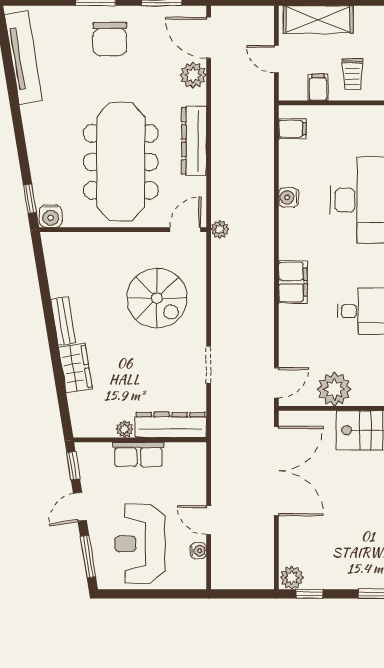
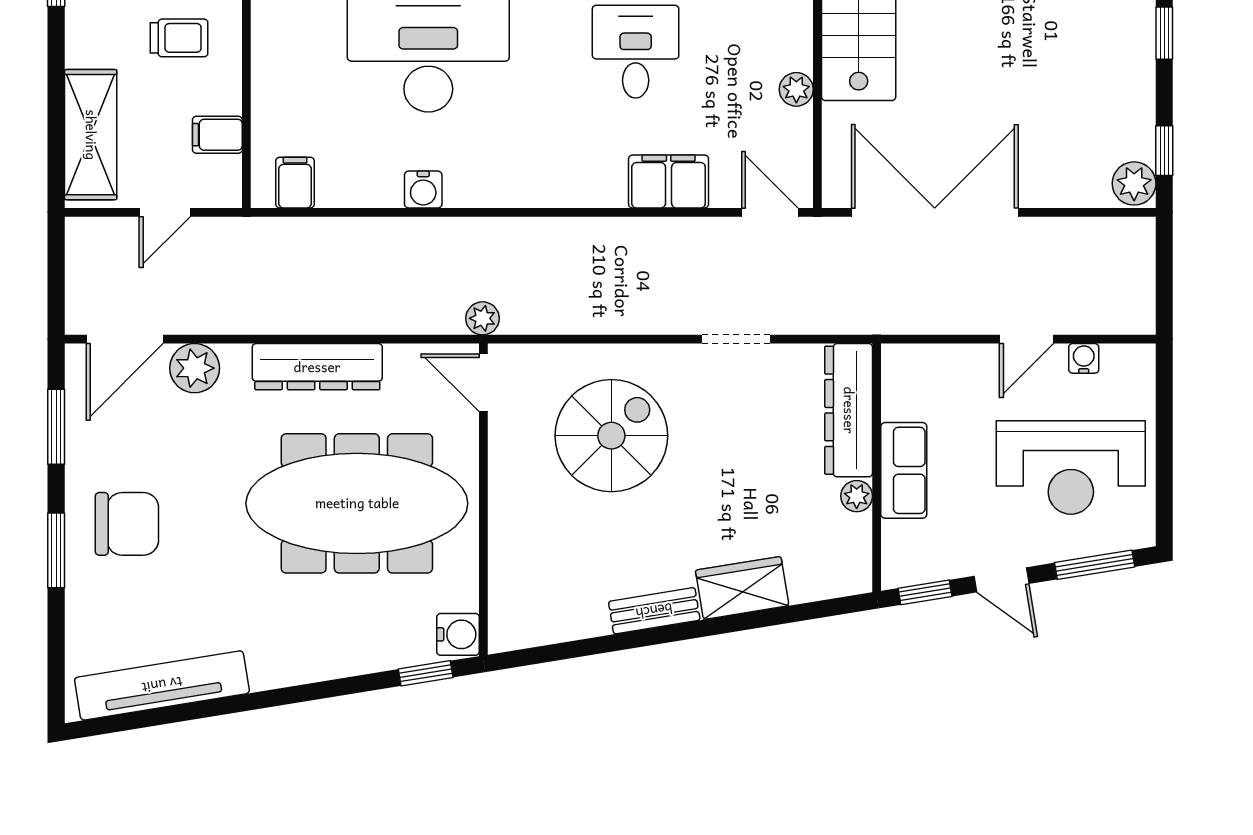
trolley: (352, 74) -> (179, 38), moved
filing cabinet: (293, 282) -> (669, 182), moved
plant: (334, 389) -> (796, 89), width x0.53, depth x0.53

